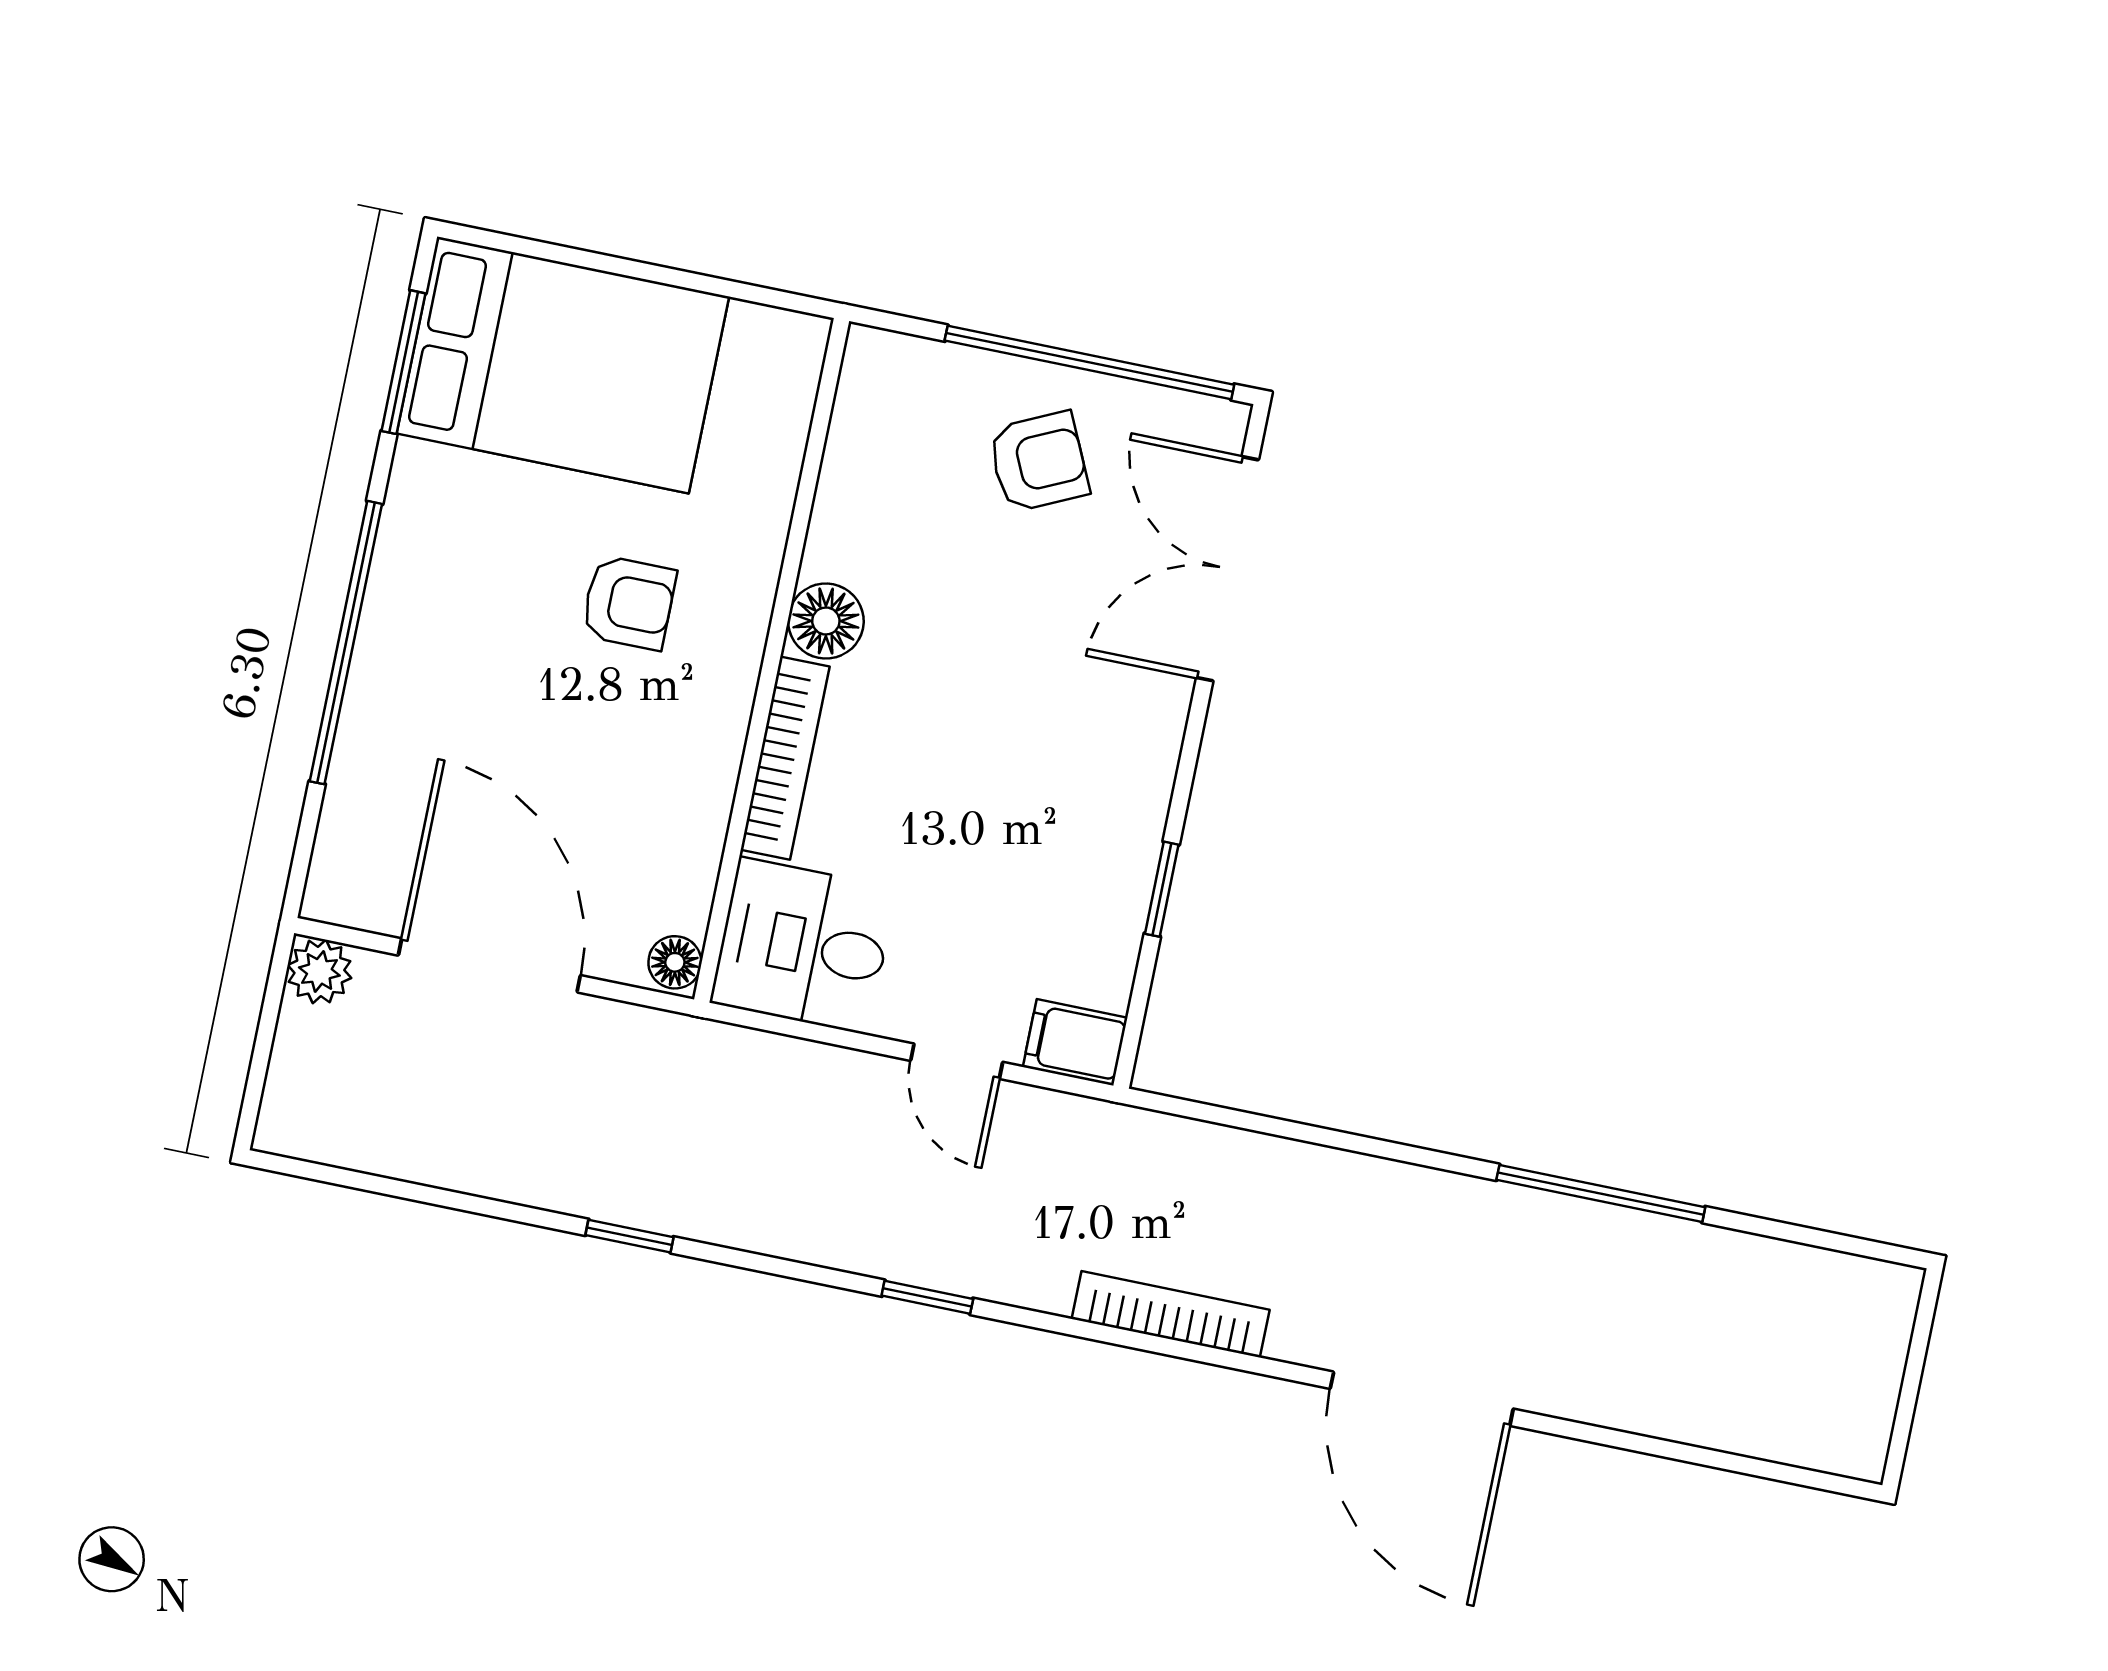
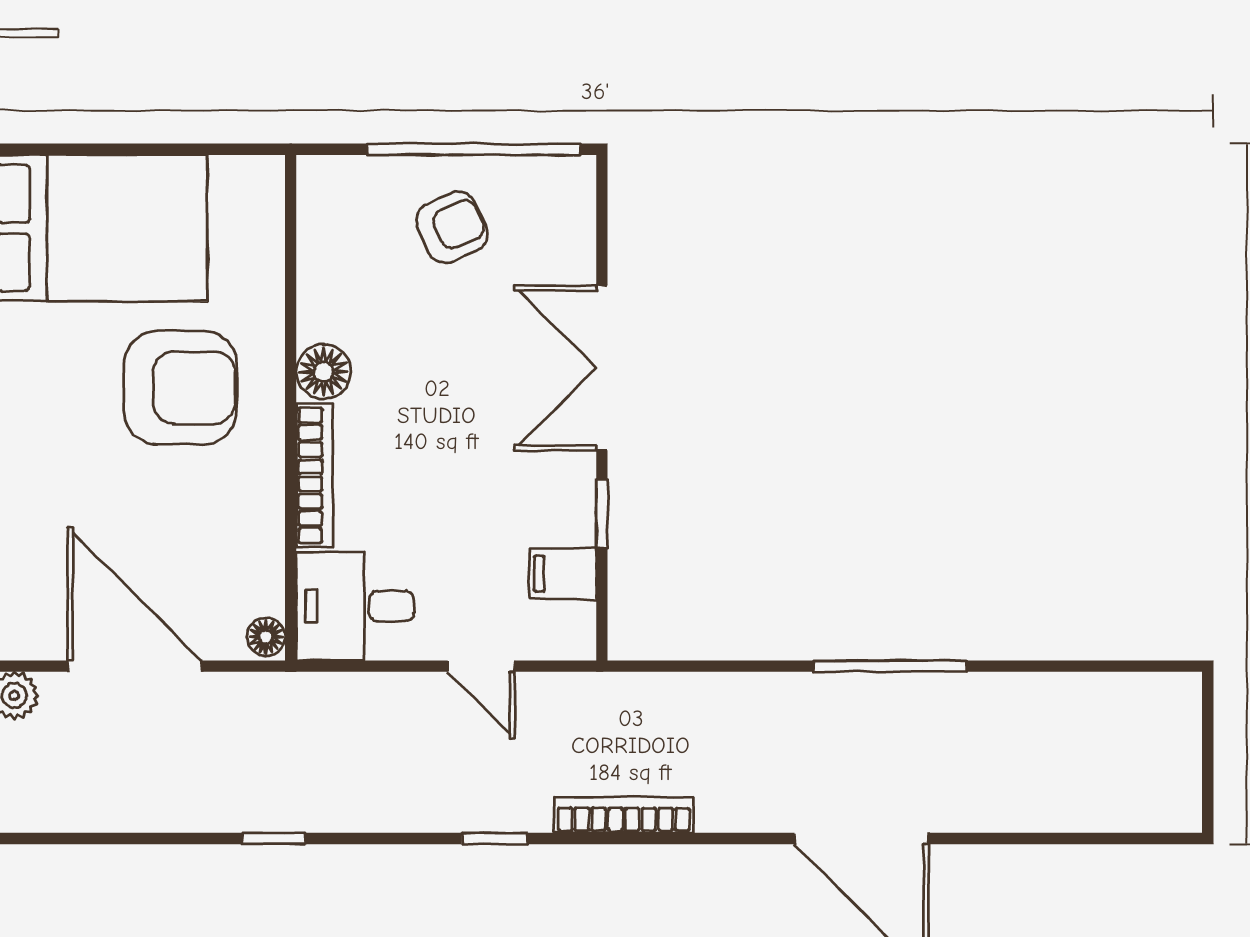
double door: (1227, 569) -> (602, 368), moved
armchair: (629, 603) -> (181, 388), width x1.88, depth x1.88
filing cabinet: (1075, 1042) -> (563, 574), moved
window: (1601, 1193) -> (890, 666), moved
bookcase: (1171, 1314) -> (624, 815), moved

